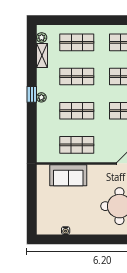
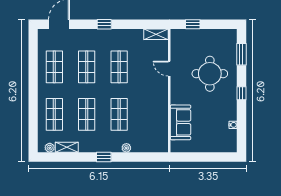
plant: (41, 97) -> (126, 148), moved
shop shelf: (77, 145) -> (152, 114), removed
window: (99, 239) -> (241, 93), added

